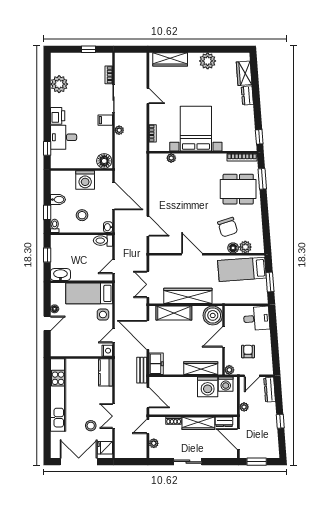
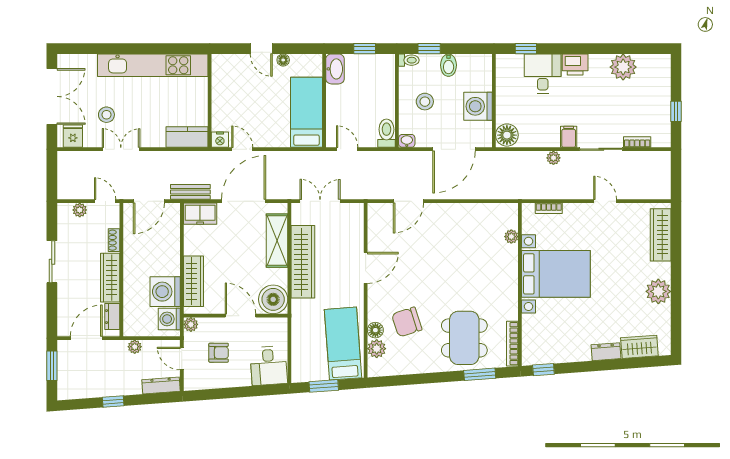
door: (148, 96) -> (605, 201), swing flipped
side table: (103, 315) -> (275, 133), removed

